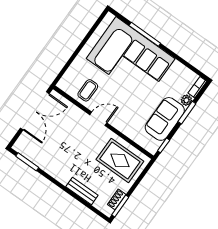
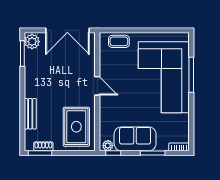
coffee table: (88, 90) -> (119, 41), moved
plant: (186, 100) -> (108, 146), moved
plant: (23, 147) -> (32, 42), added

